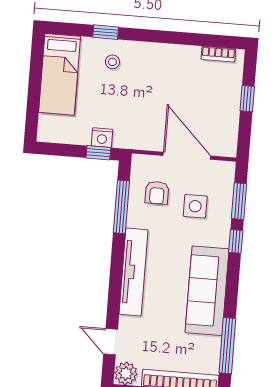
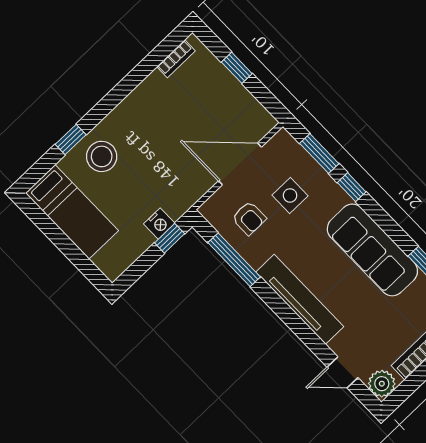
stool: (112, 62) -> (102, 156), width x1.89, depth x1.89

